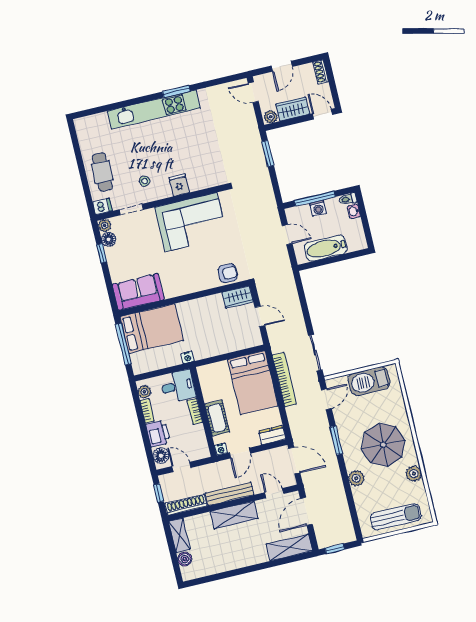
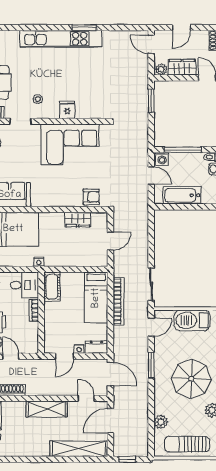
washing machine: (318, 208) -> (162, 159), moved
wardrobe: (238, 297) -> (78, 220), moved
door: (260, 316) -> (110, 241), hinge flipped
bed: (253, 383) -> (96, 298), width x0.67
cot: (217, 418) -> (52, 287), moved
nightstand: (221, 449) -> (79, 349), moved
plant: (356, 478) -> (161, 422), moved
bench: (230, 494) -> (47, 390), removed
sun lounger: (396, 517) -> (187, 444), turned 180
shelving: (289, 547) -> (79, 449), width x1.47

